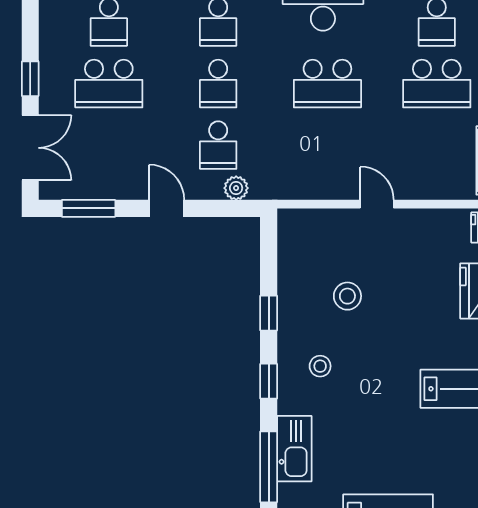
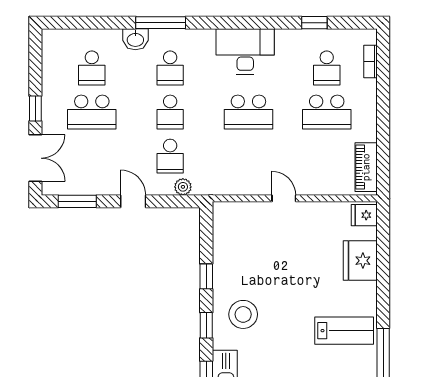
stool: (347, 296) -> (263, 264), removed
stool: (320, 366) -> (243, 314), width x1.89, depth x1.89

